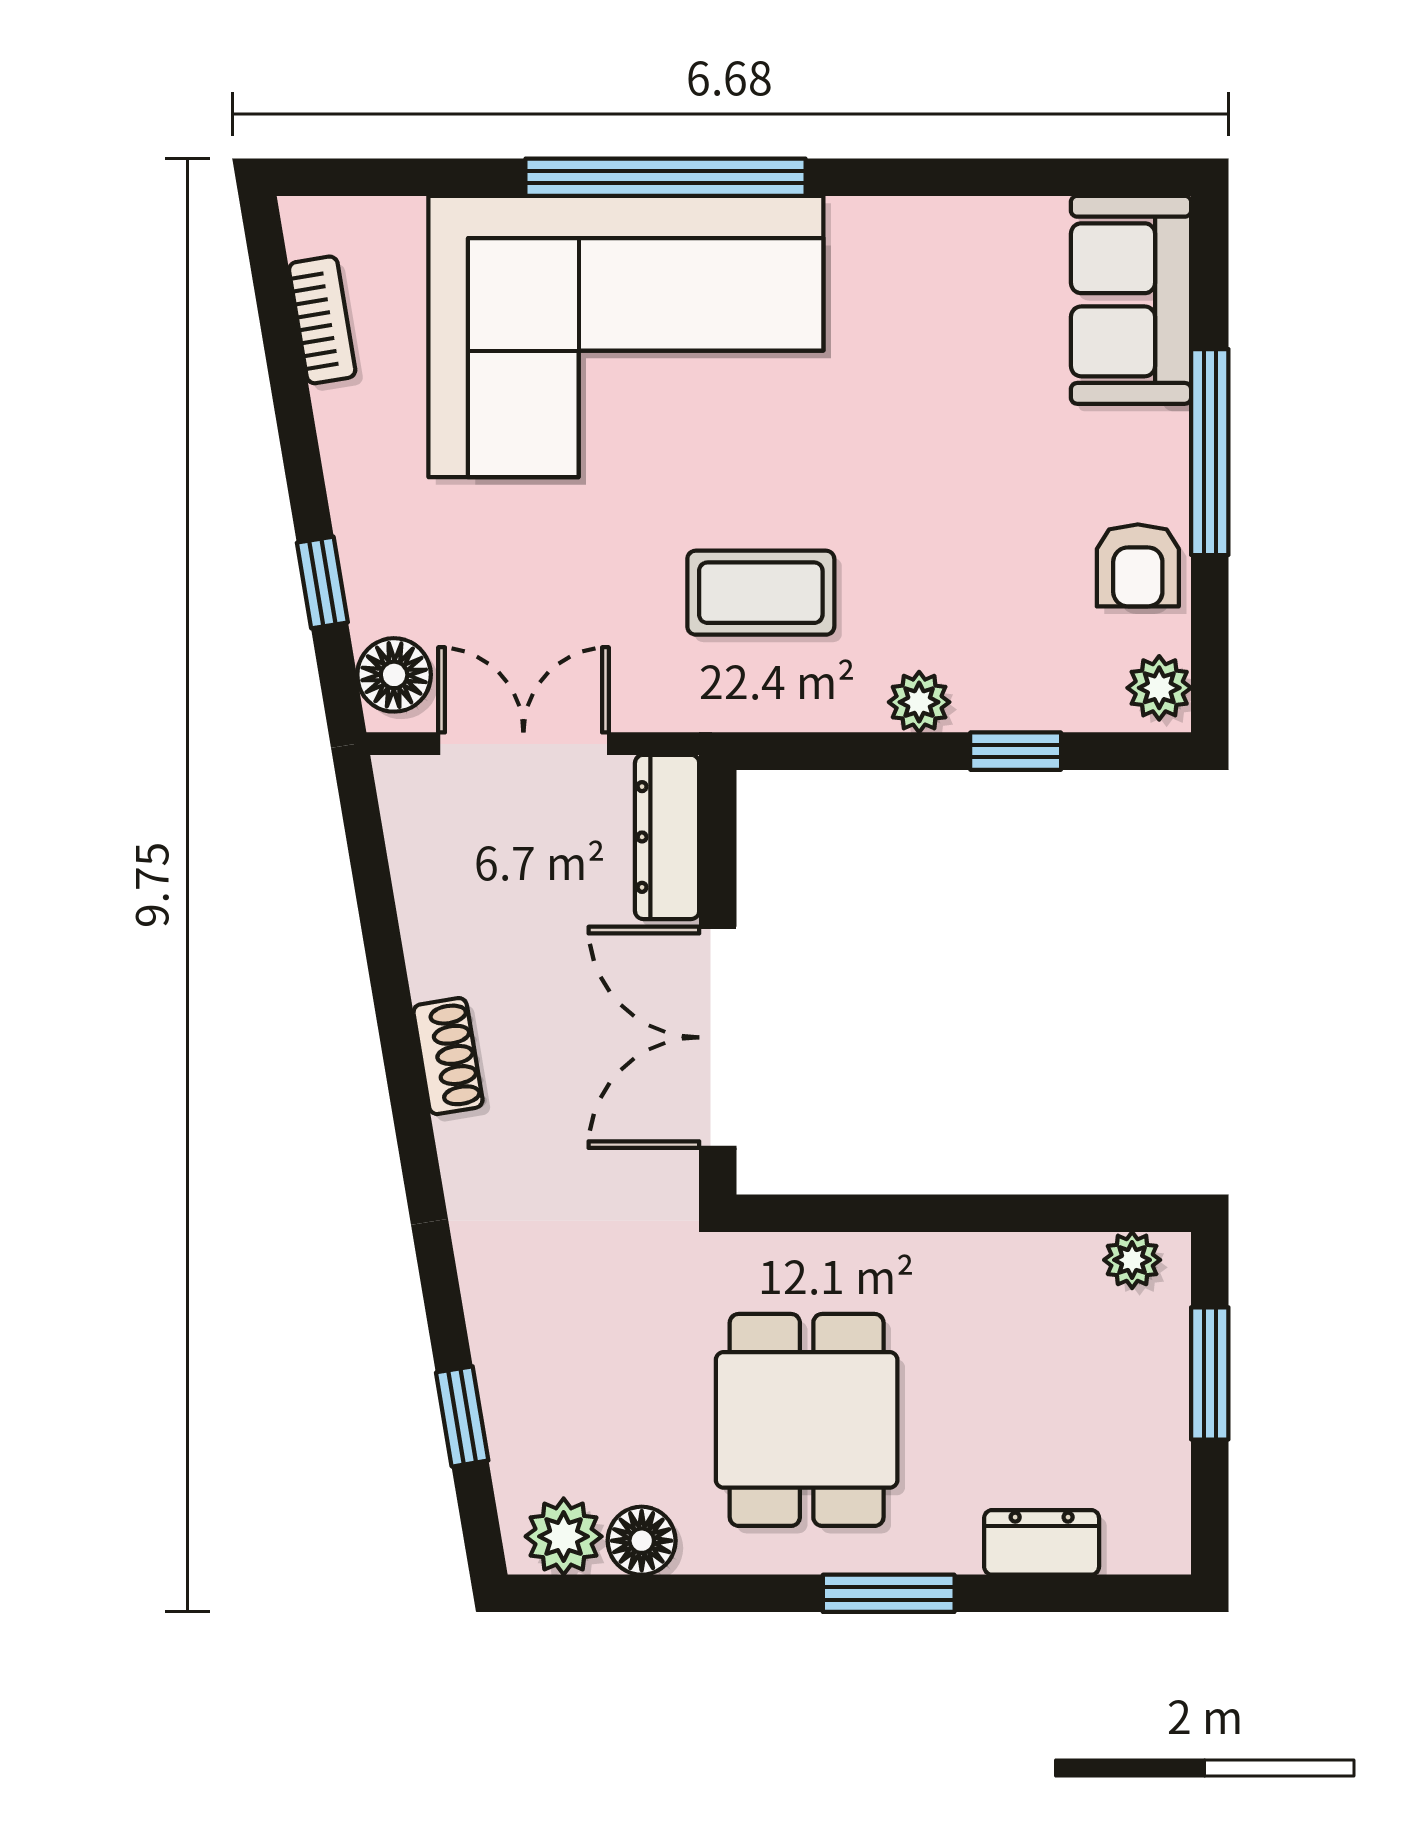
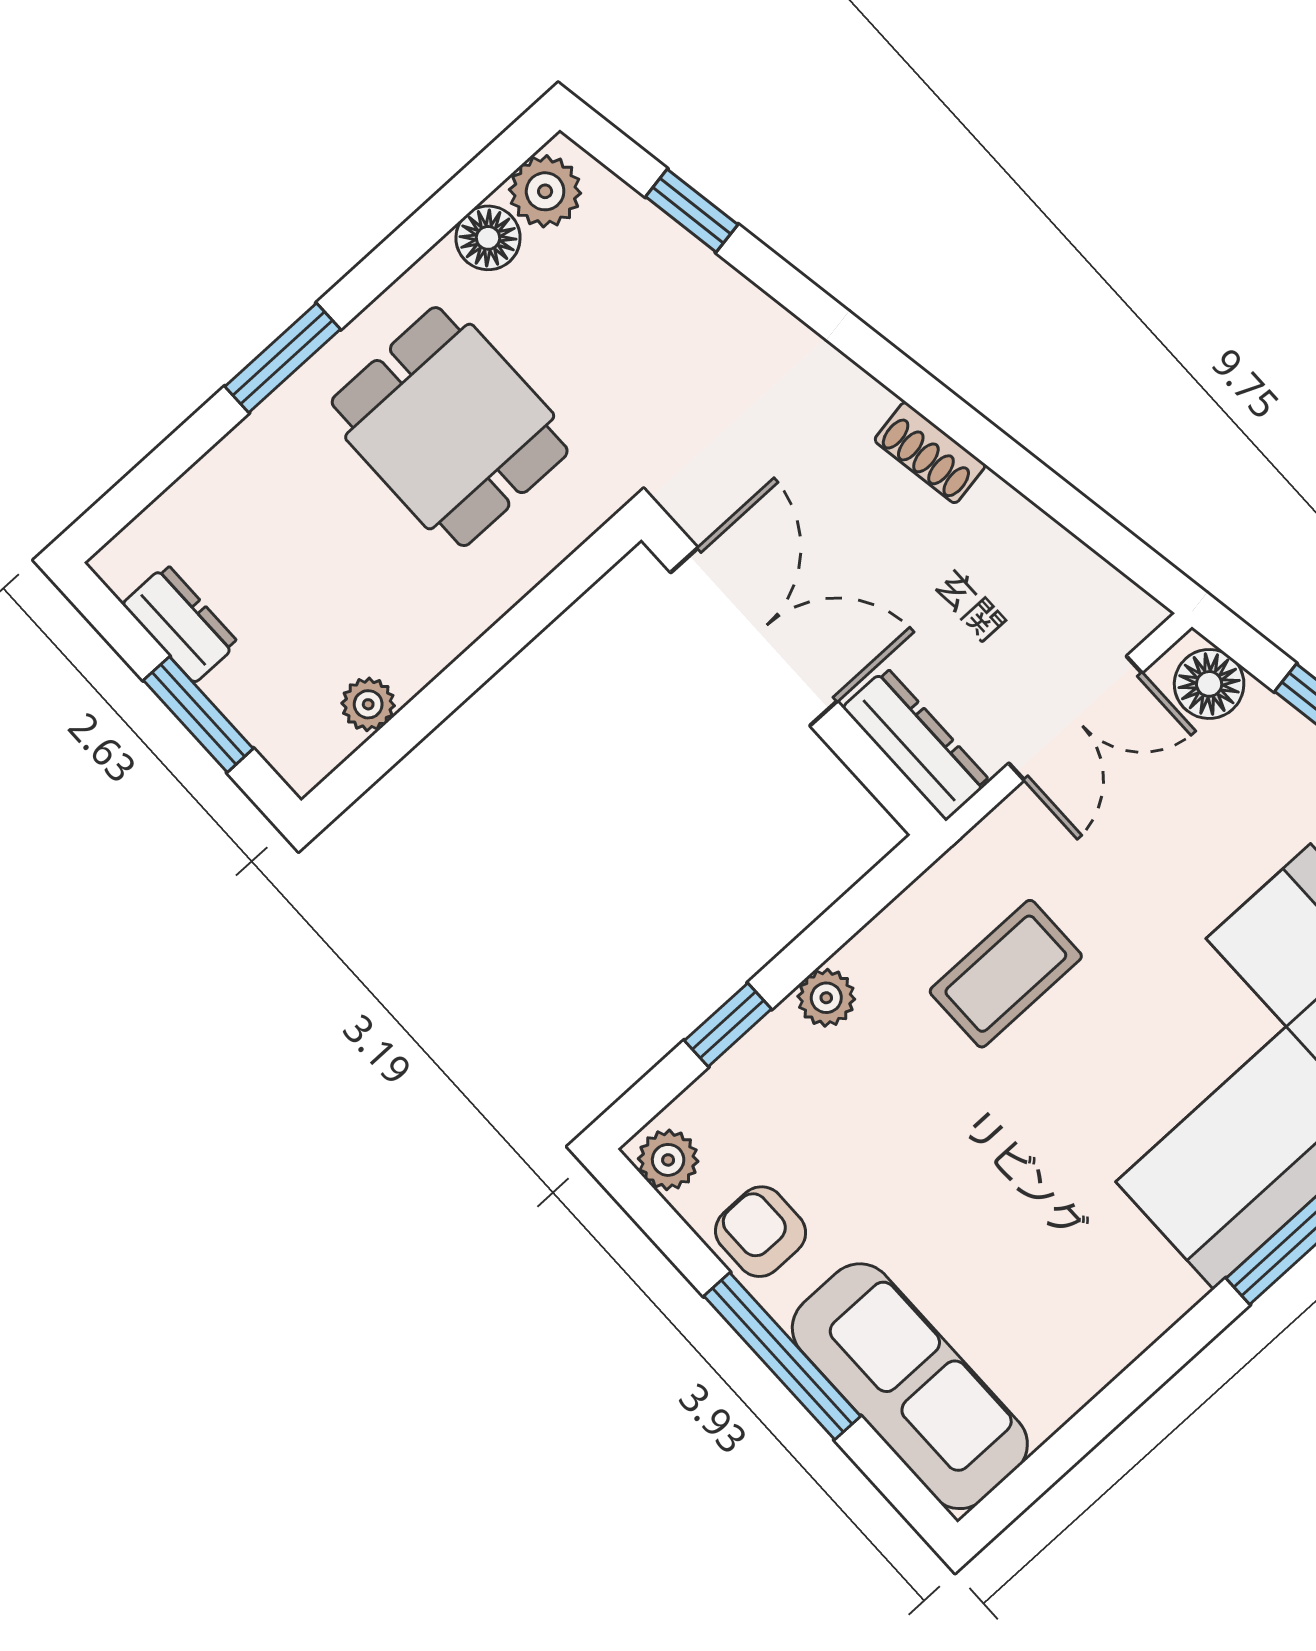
sofa: (1131, 300) -> (910, 1386), width x1.36
plant: (1132, 1260) -> (368, 704), moved
dresser: (1042, 1542) -> (180, 623), moved, turned -90

